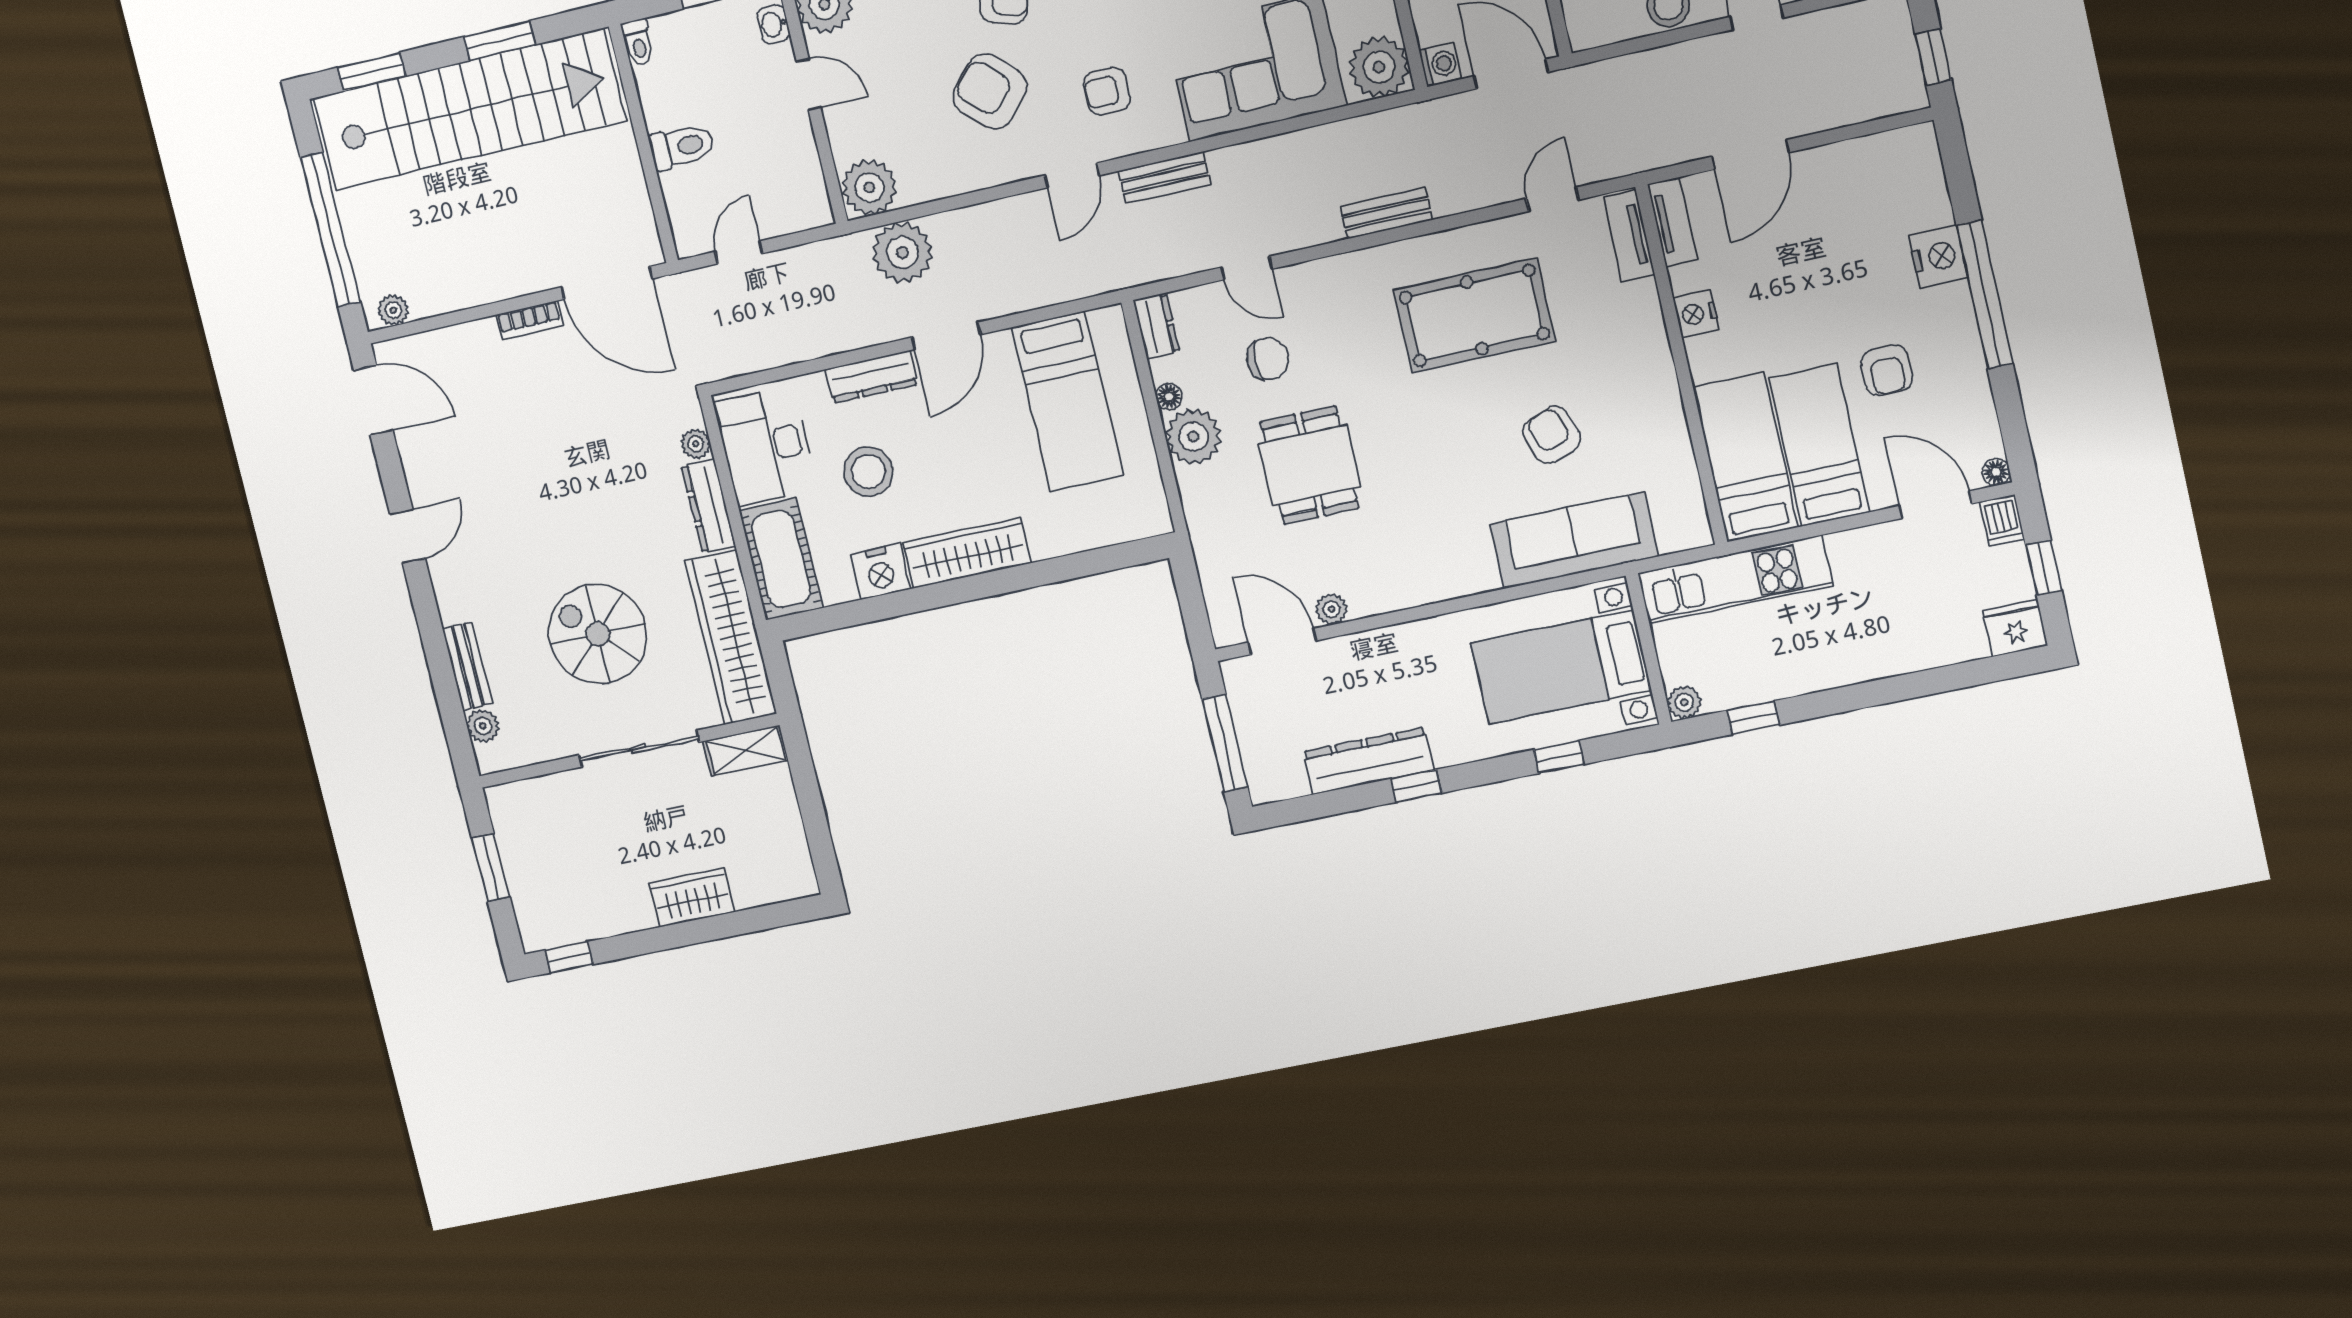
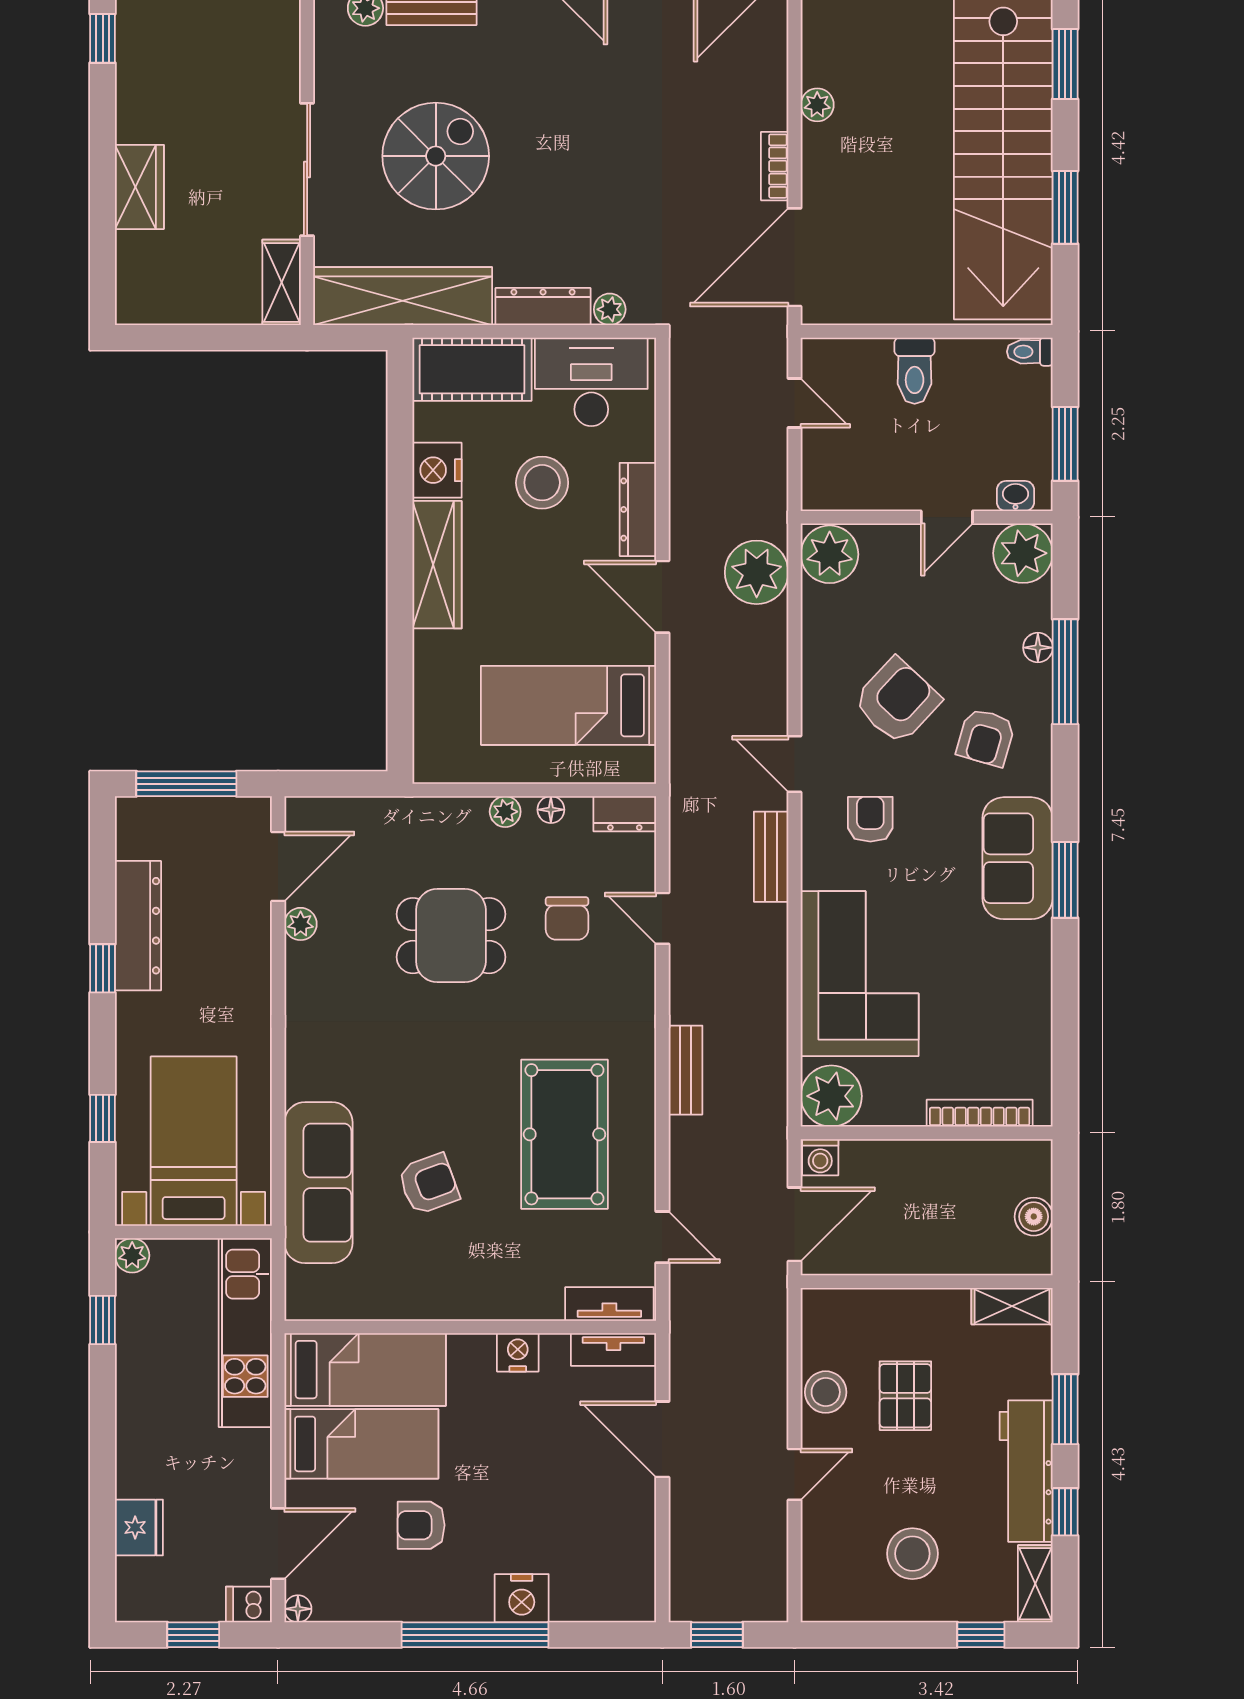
door: (1247, 268) -> (662, 918), hinge flipped
plant: (393, 310) -> (817, 105), moved
plant: (1194, 437) -> (505, 812), width x0.53, depth x0.53
fridge: (2015, 628) -> (139, 1527), moved

